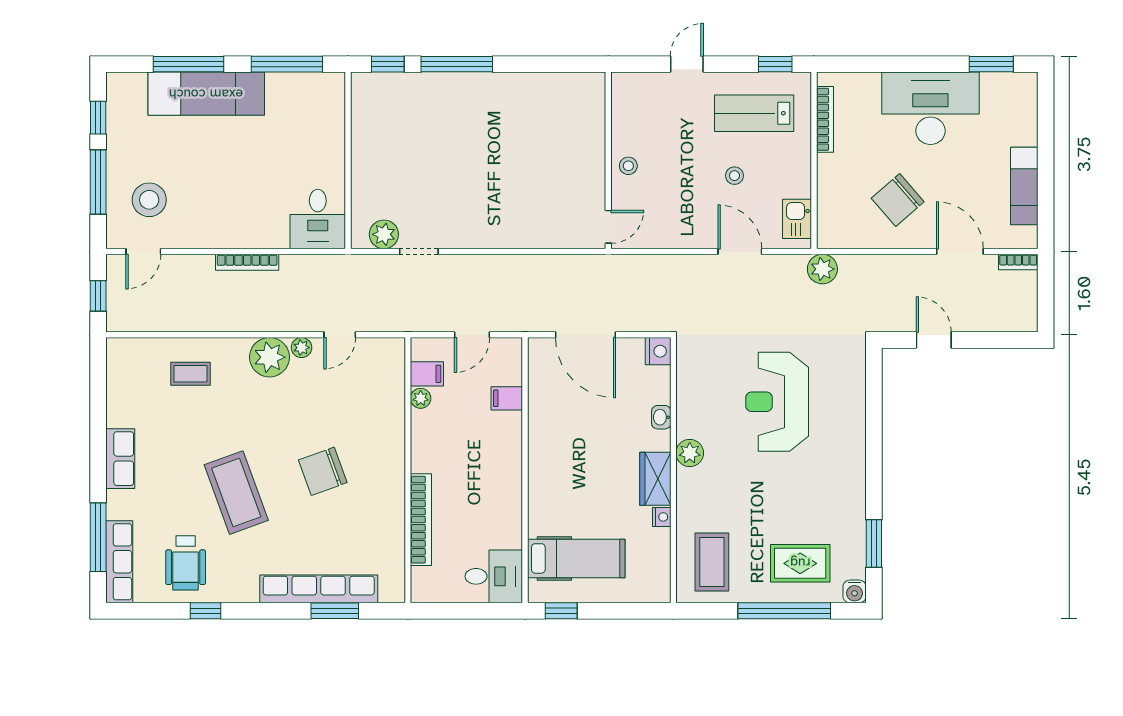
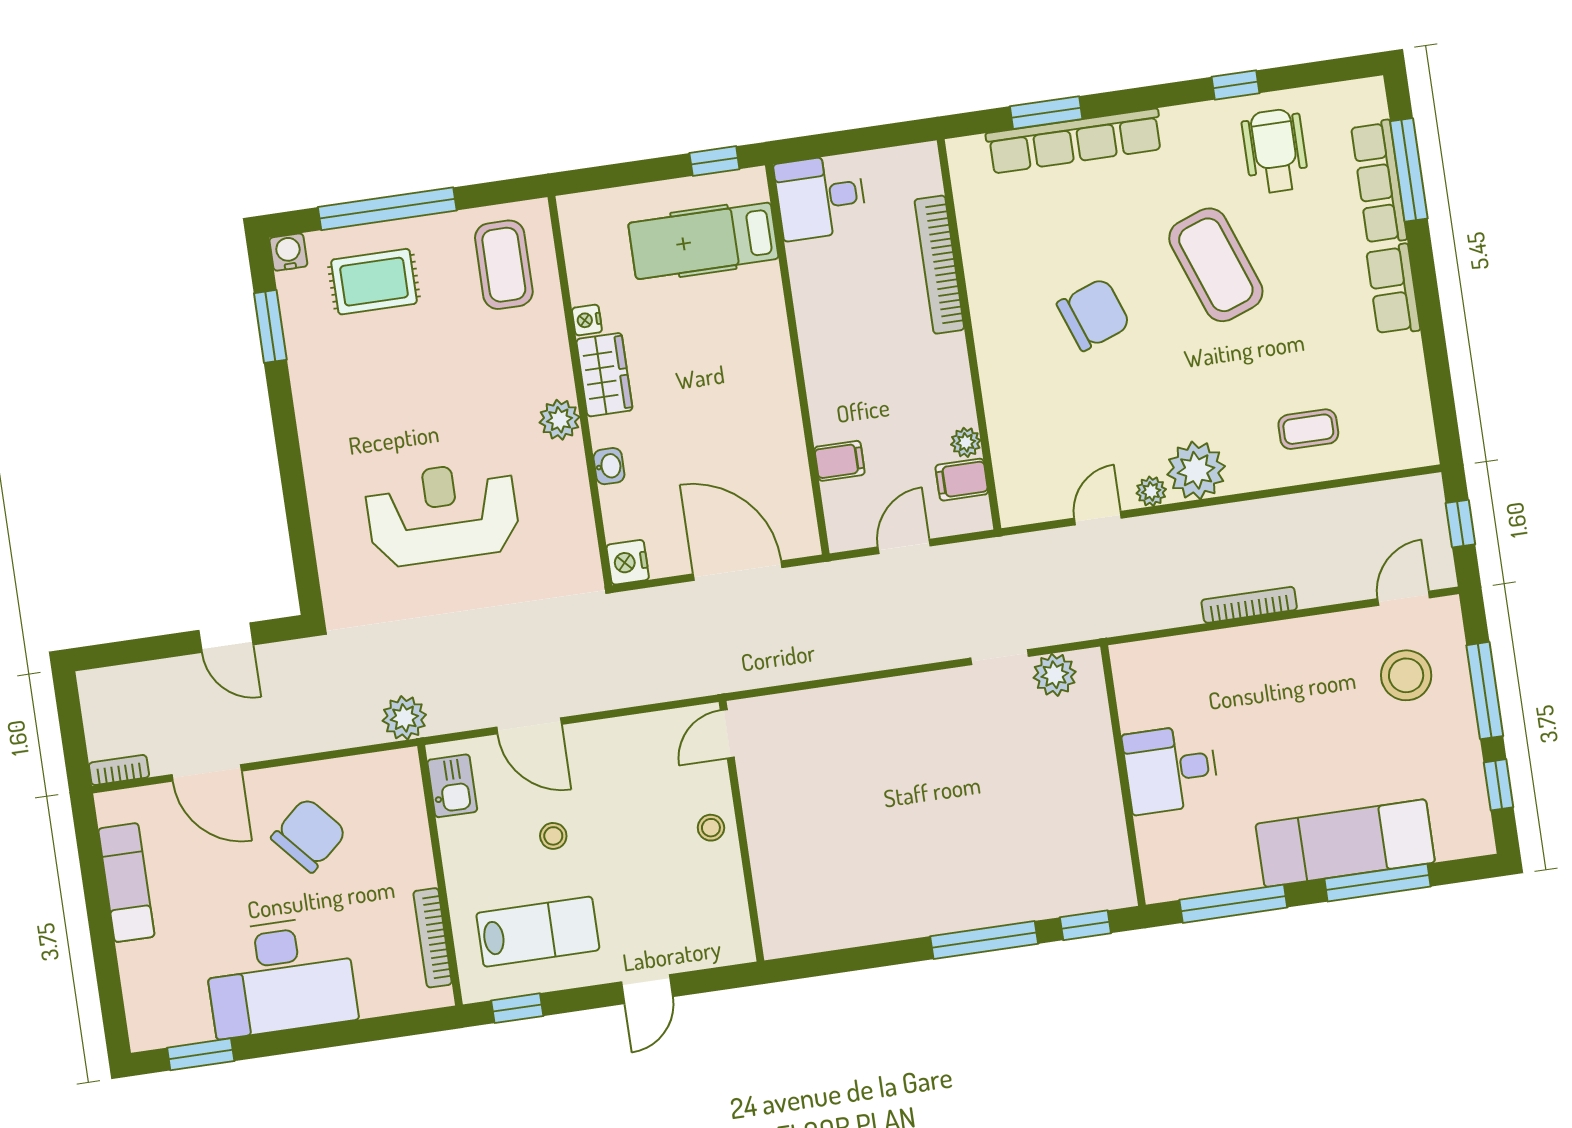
desk: (318, 219) -> (1171, 769), moved, turned -90
reception desk: (777, 402) -> (442, 514), turned -90
row of seats: (119, 562) -> (1379, 182), moved

